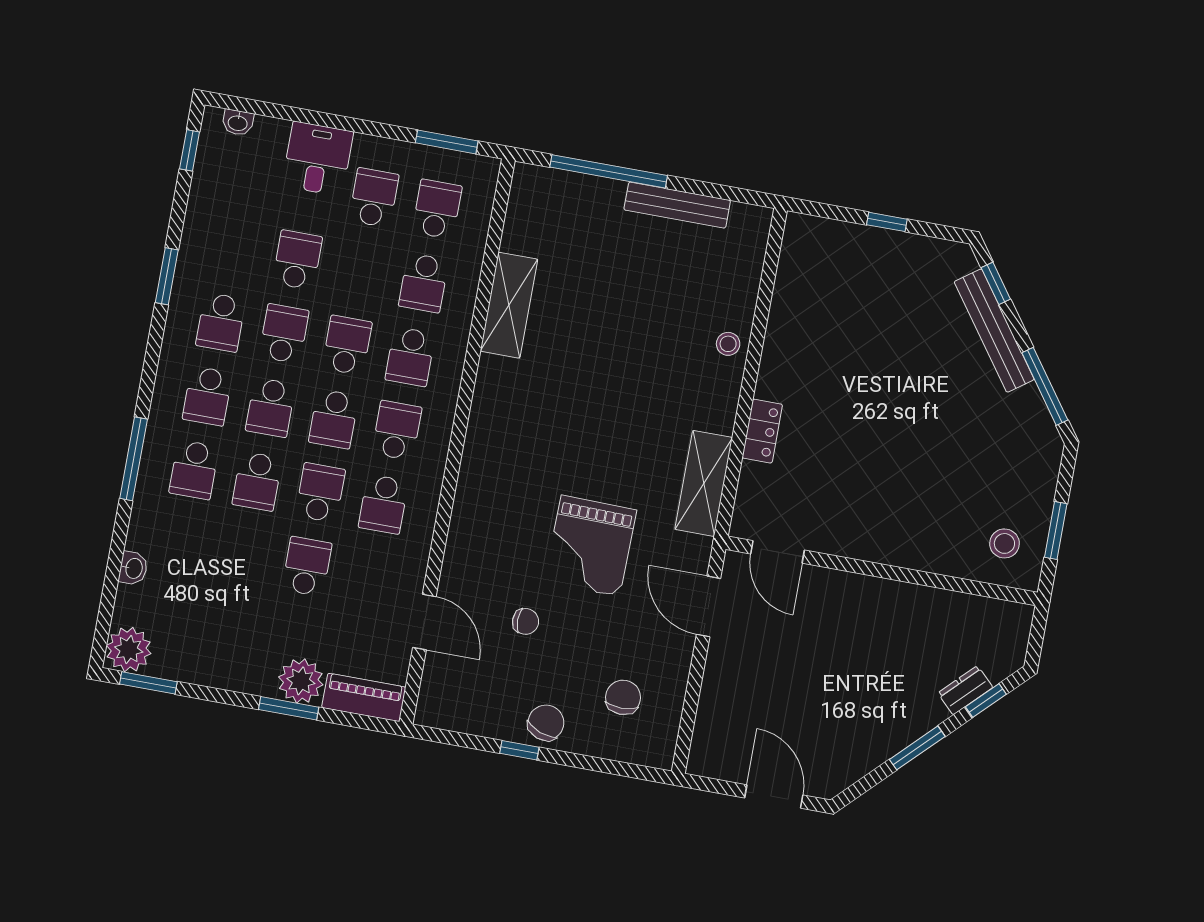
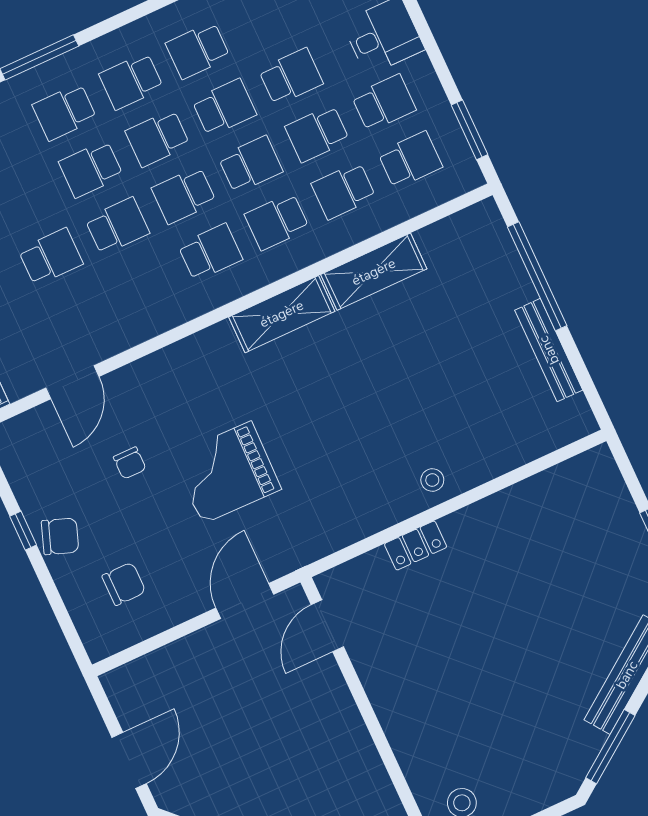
stool: (728, 344) -> (432, 480), moved
shelving: (704, 483) -> (282, 314), moved
school desk: (383, 504) -> (317, 134), moved

